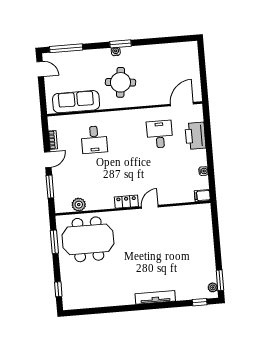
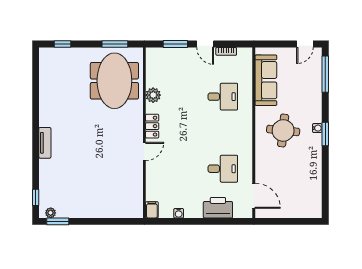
desk: (94, 140) -> (223, 97), turned 180
plant: (79, 205) -> (153, 95), moved
door: (150, 207) -> (144, 151), hinge flipped
tv unit: (155, 297) -> (45, 143), width x0.71

